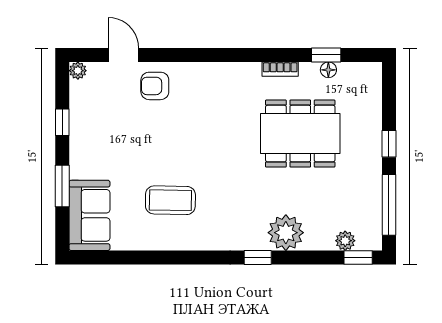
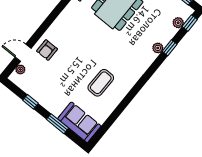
plant: (78, 71) -> (20, 70), moved
plant: (286, 233) -> (158, 48), width x0.53, depth x0.53
window: (258, 257) -> (170, 48), moved

